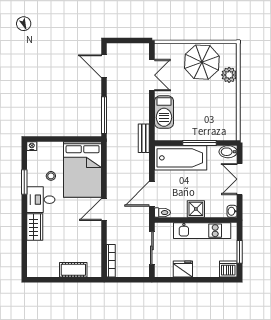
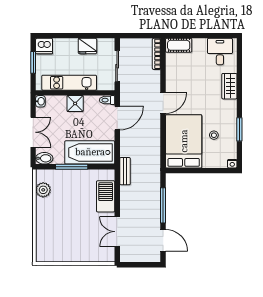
parasol: (202, 62) -> (69, 244), removed
plant: (229, 75) -> (43, 190), moved
window: (104, 115) -> (163, 205), moved
desk: (41, 200) -> (220, 52), moved, turned -90
cot: (73, 270) -> (179, 45), moved

